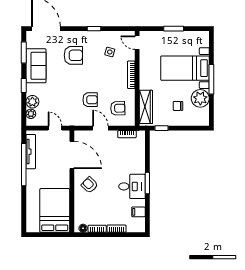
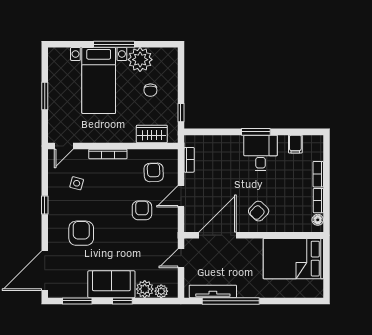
sofa: (36, 66) -> (111, 284), moved
wardrobe: (146, 107) -> (152, 134), width x0.67

